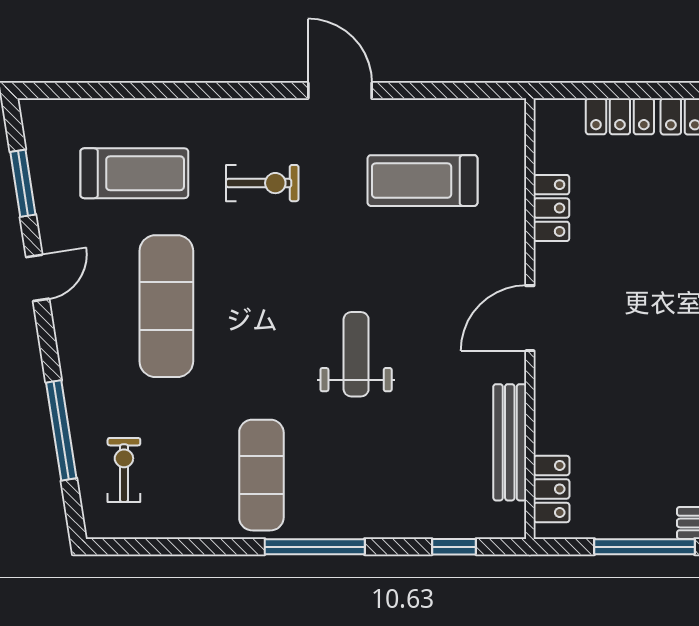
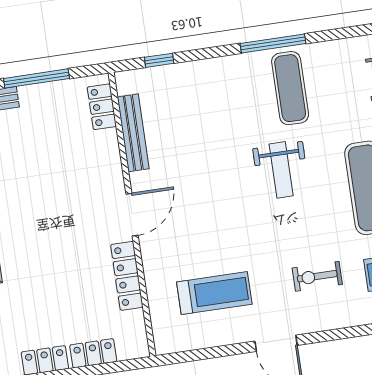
locker: (551, 208) -> (127, 276), width x1.53
weight bench: (356, 354) -> (281, 170), moved
window: (315, 547) -> (273, 43), moved

